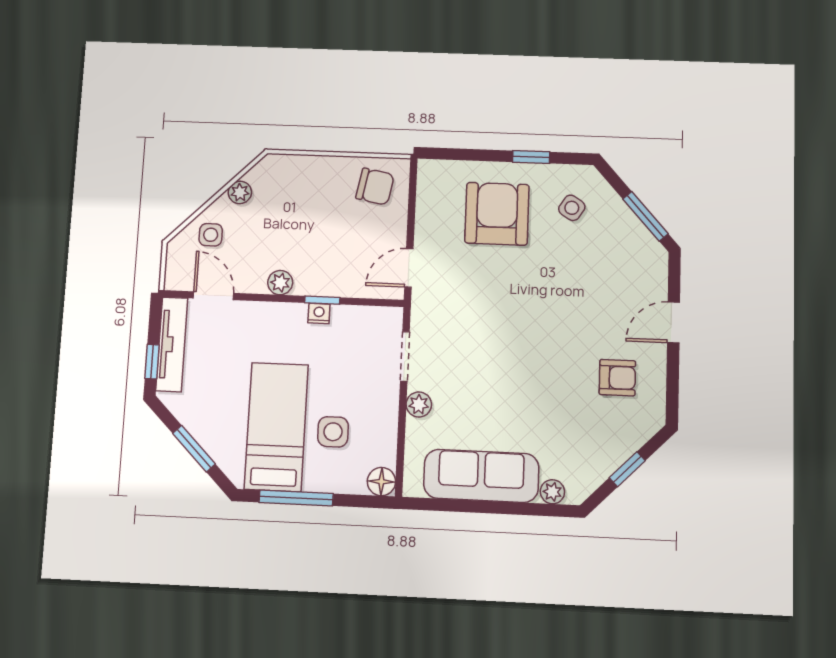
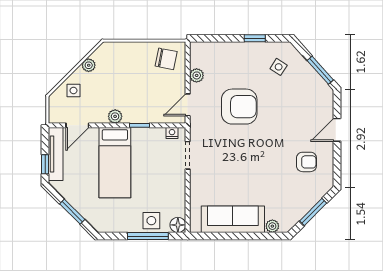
armchair: (497, 214) -> (239, 107), moved, turned 90
door: (214, 296) -> (77, 125), swing flipped
nightstand: (319, 313) -> (172, 133), moved
plant: (419, 404) -> (197, 75), moved
bed: (276, 427) -> (115, 163), moved, turned 180
side table: (333, 432) -> (151, 221), moved
window: (627, 469) -> (313, 212), width x1.50
window: (296, 498) -> (148, 236), moved

